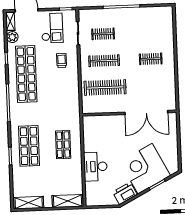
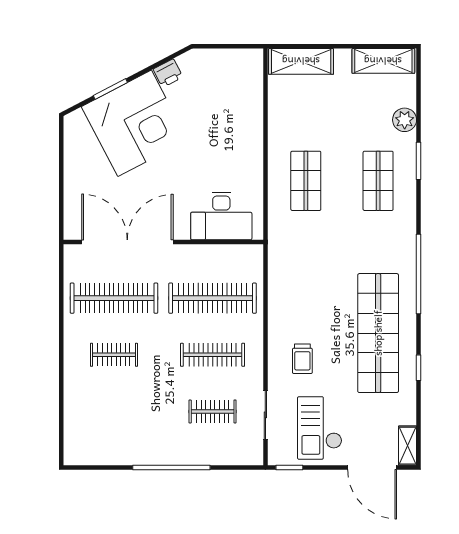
plant: (12, 37) -> (405, 120), moved
clothes rail: (152, 86) -> (114, 298), added
shop shelf: (29, 146) -> (378, 181), width x0.70, depth x0.74
desk: (95, 167) -> (221, 216), moved, turned 90
printer: (125, 193) -> (168, 73), width x0.53, depth x0.68

